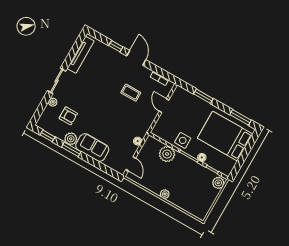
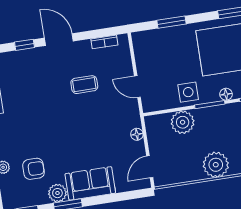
door: (164, 106) -> (137, 87), moved
door: (131, 164) -> (150, 167), swing flipped
plant: (165, 194) -> (216, 165), width x1.88, depth x1.88

